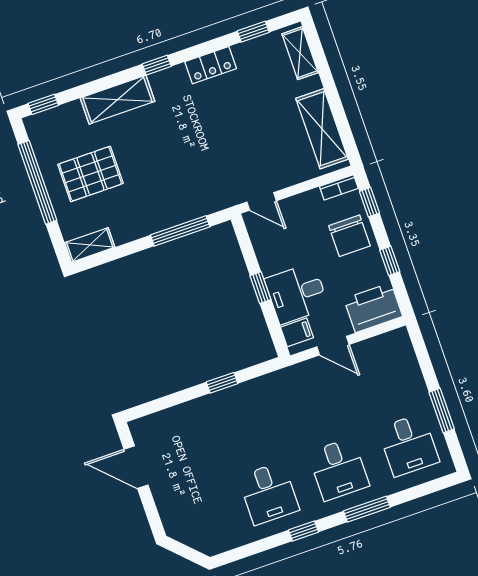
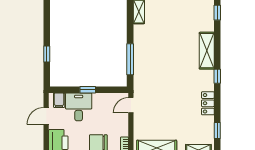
pallet: (90, 174) -> (174, 24), removed

